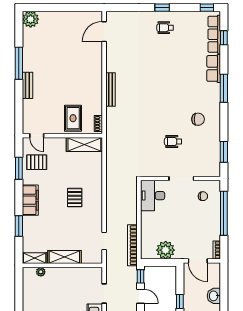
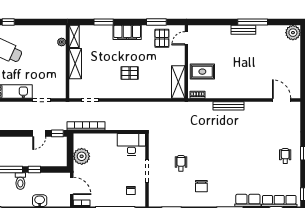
bench: (27, 85) -> (243, 30), moved
door: (198, 261) -> (72, 186), swing flipped

